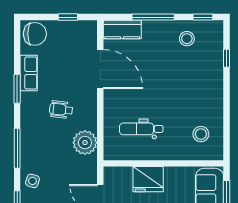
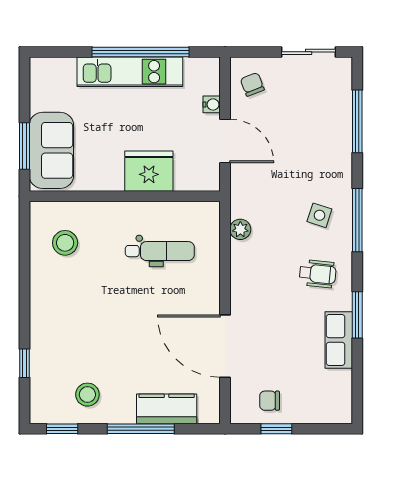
kitchen counter: (122, 30) -> (167, 409), moved
chair: (35, 34) -> (270, 401), moved, width x0.54, depth x0.54
wheelchair: (61, 110) -> (318, 274), moved
plant: (85, 143) -> (240, 229), width x0.53, depth x0.53
side table: (32, 181) -> (319, 215), moved

